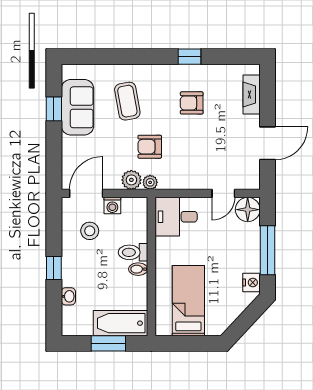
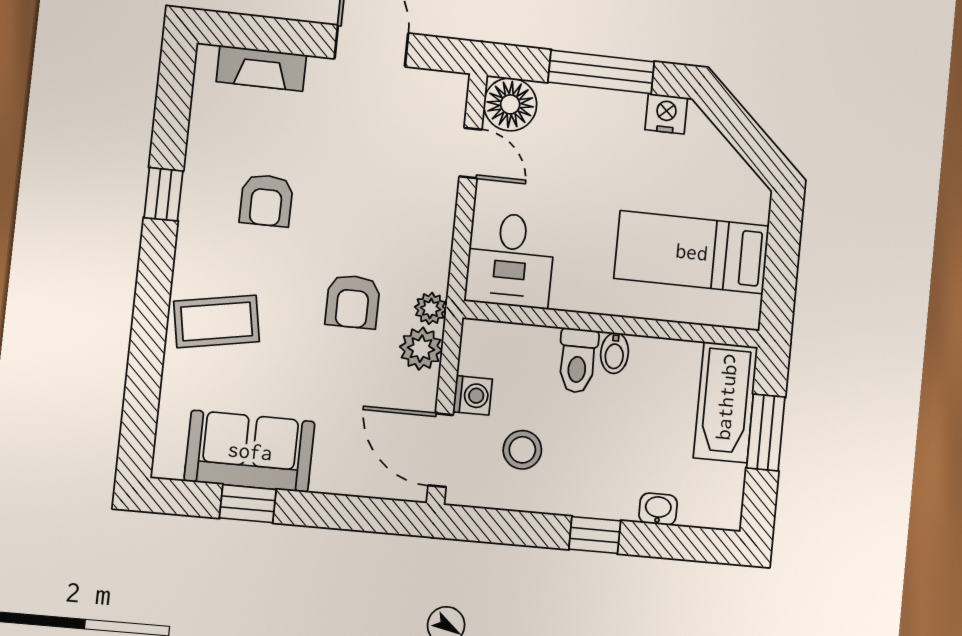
coffee table: (127, 101) -> (217, 321), moved

